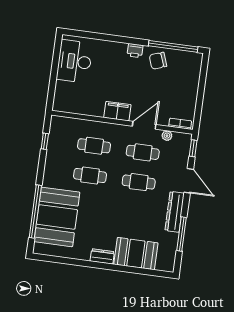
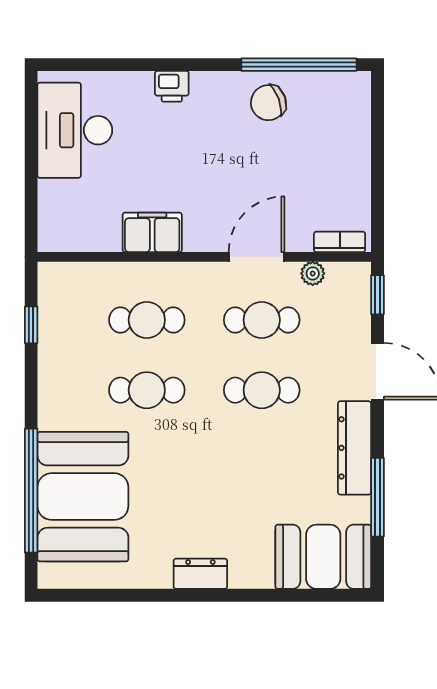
printer: (135, 51) -> (172, 86), moved
filing cabinet: (117, 111) -> (152, 232), moved
booth: (136, 254) -> (323, 557), moved

